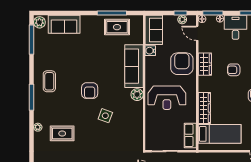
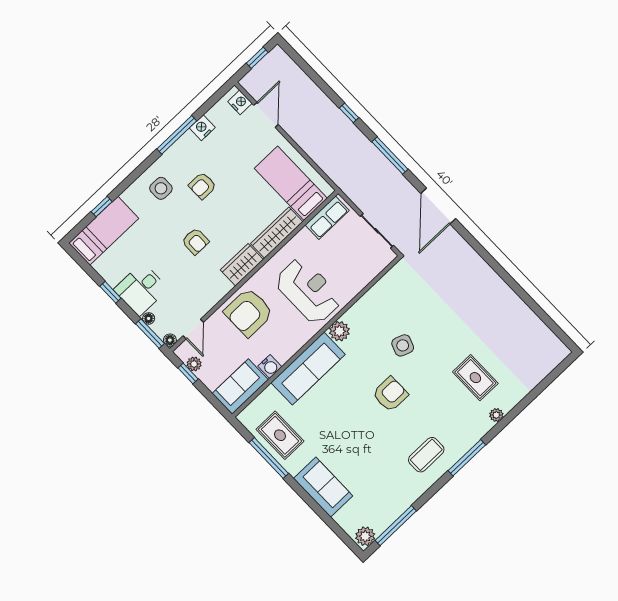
sofa: (64, 24) -> (323, 487), moved
wardrobe: (205, 64) -> (242, 265), moved

